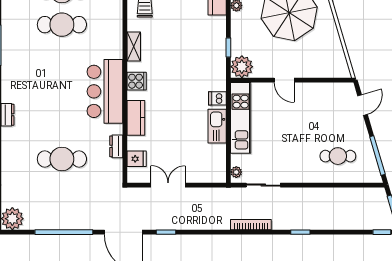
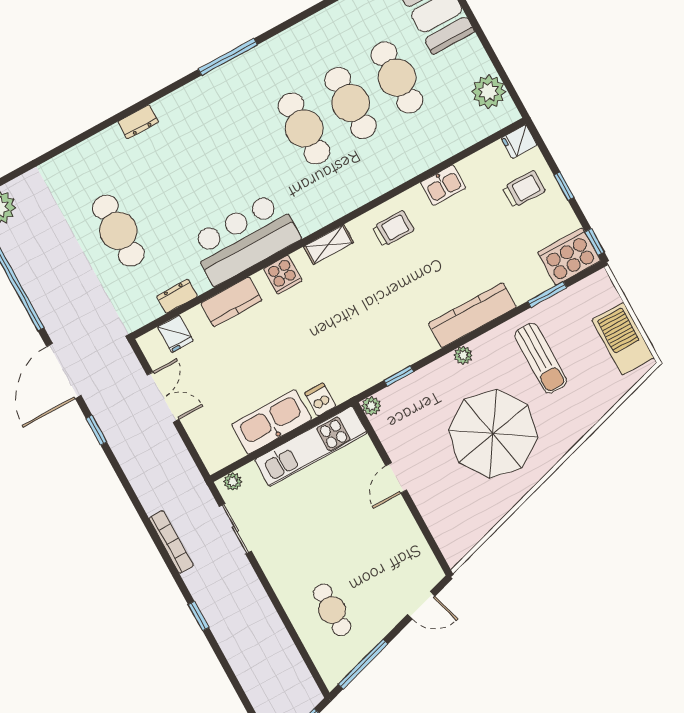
plant: (242, 67) -> (371, 406), width x0.53, depth x0.53
kitchen sink: (217, 126) -> (272, 422), width x1.36, depth x1.24

